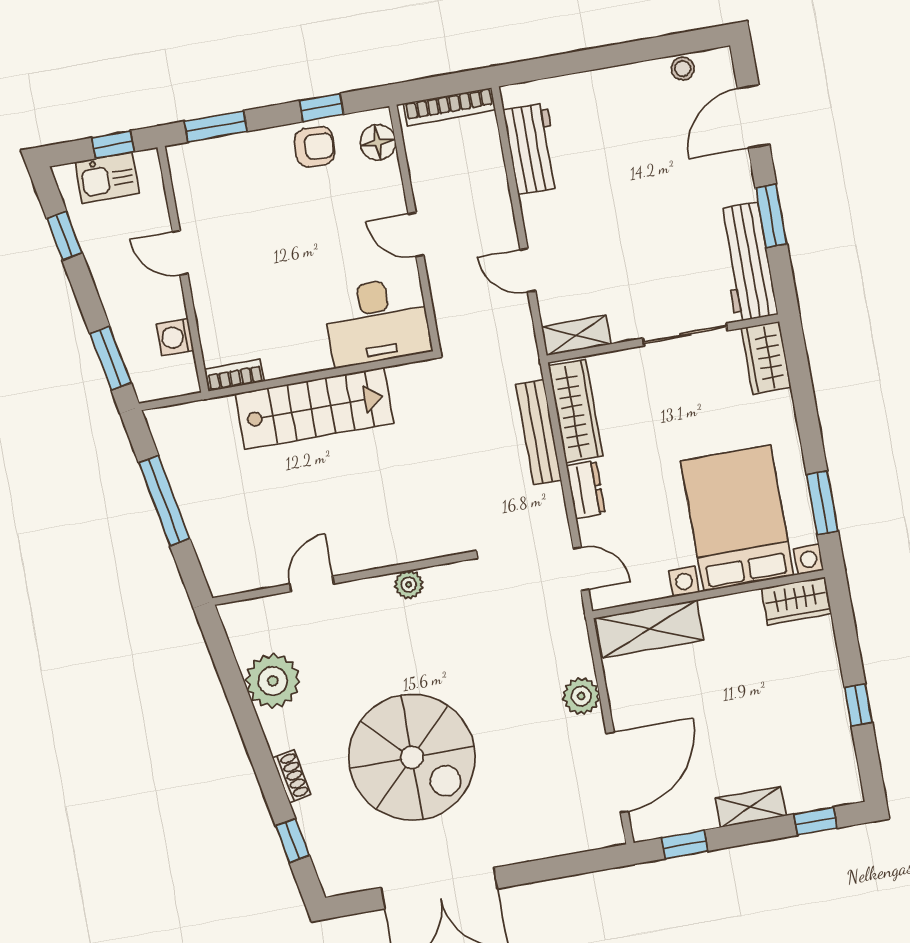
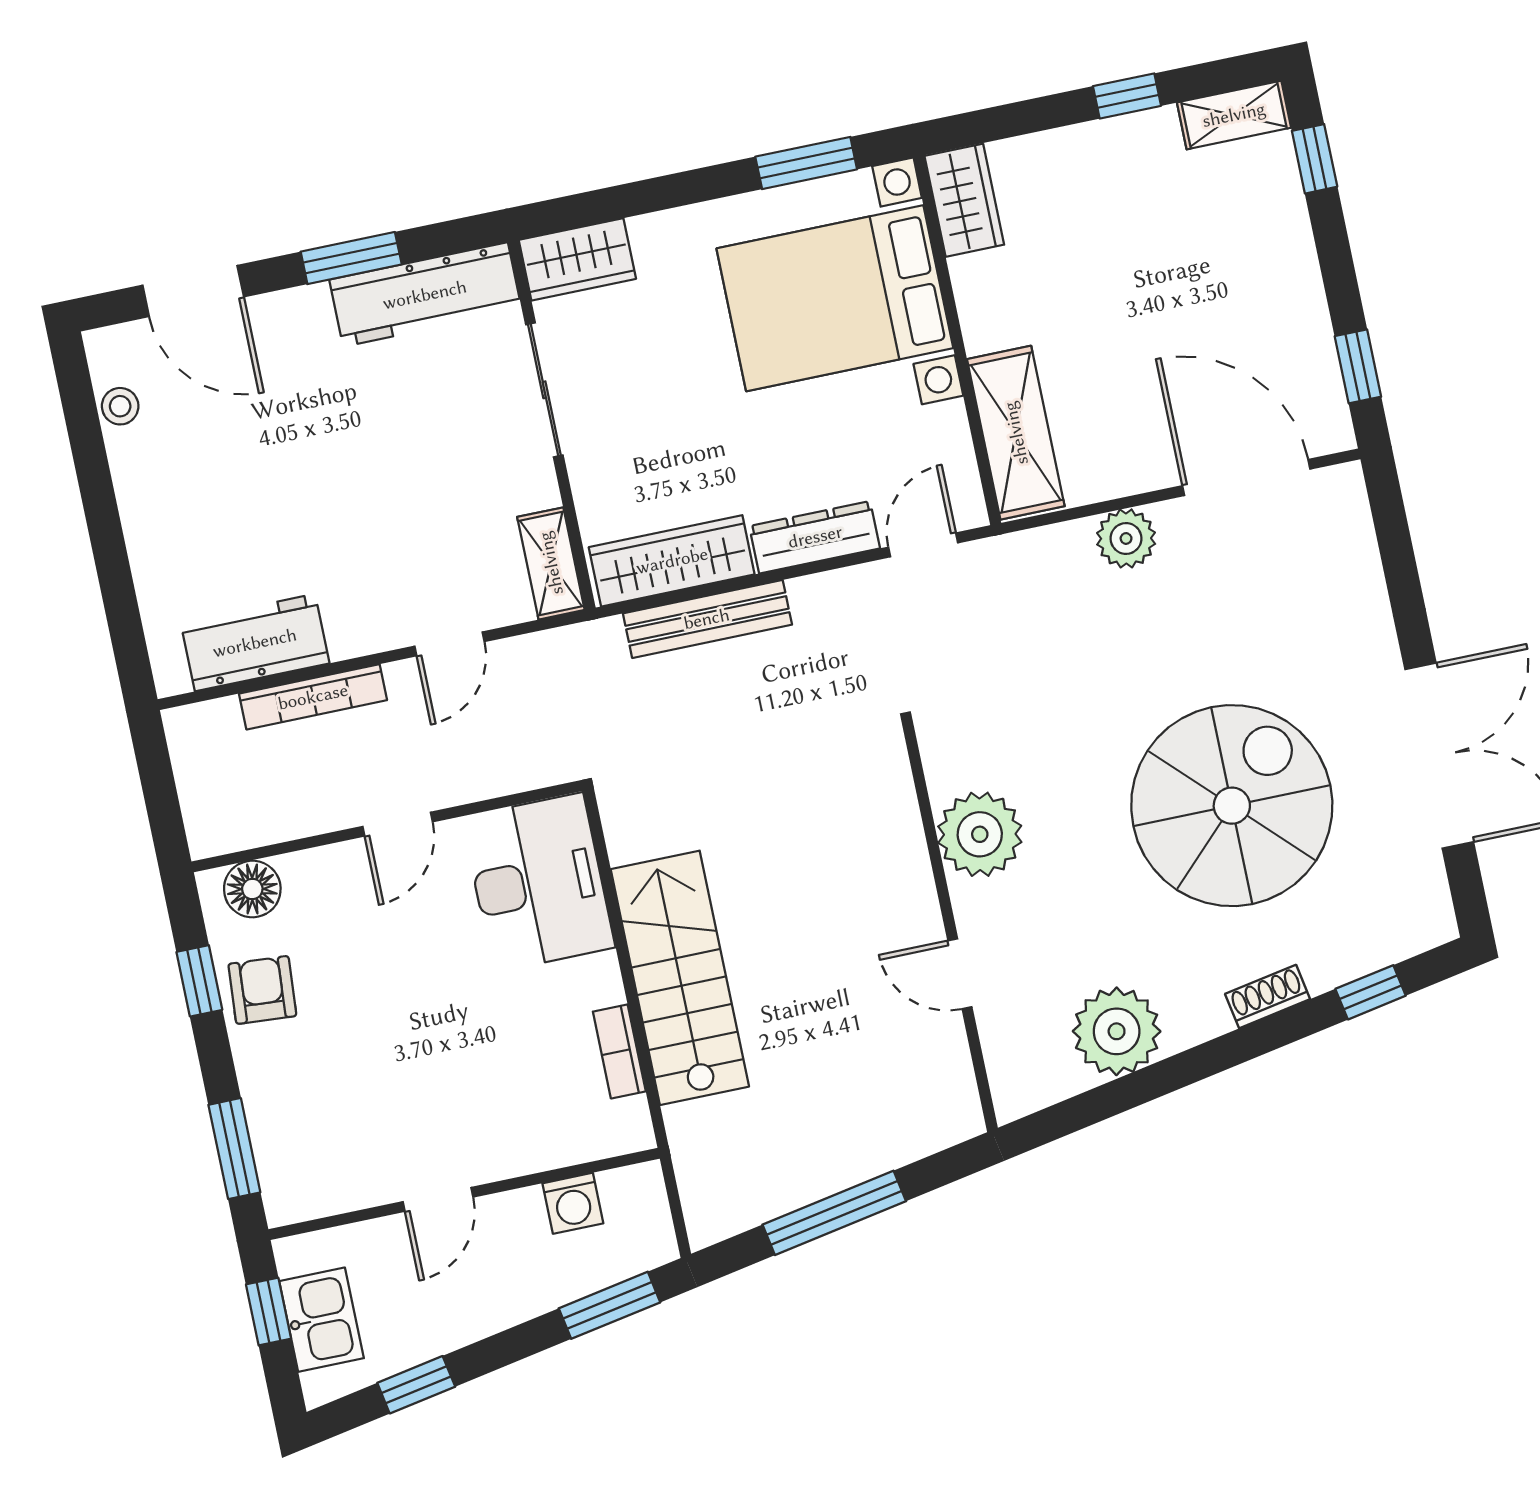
bookcase: (449, 107) -> (313, 697), moved, turned 90
bookcase: (235, 375) -> (619, 1051), moved
dresser: (586, 489) -> (815, 537), width x1.44
plant: (409, 585) -> (980, 834), width x1.87, depth x1.87
shelving: (751, 807) -> (1234, 115), moved, turned 90

